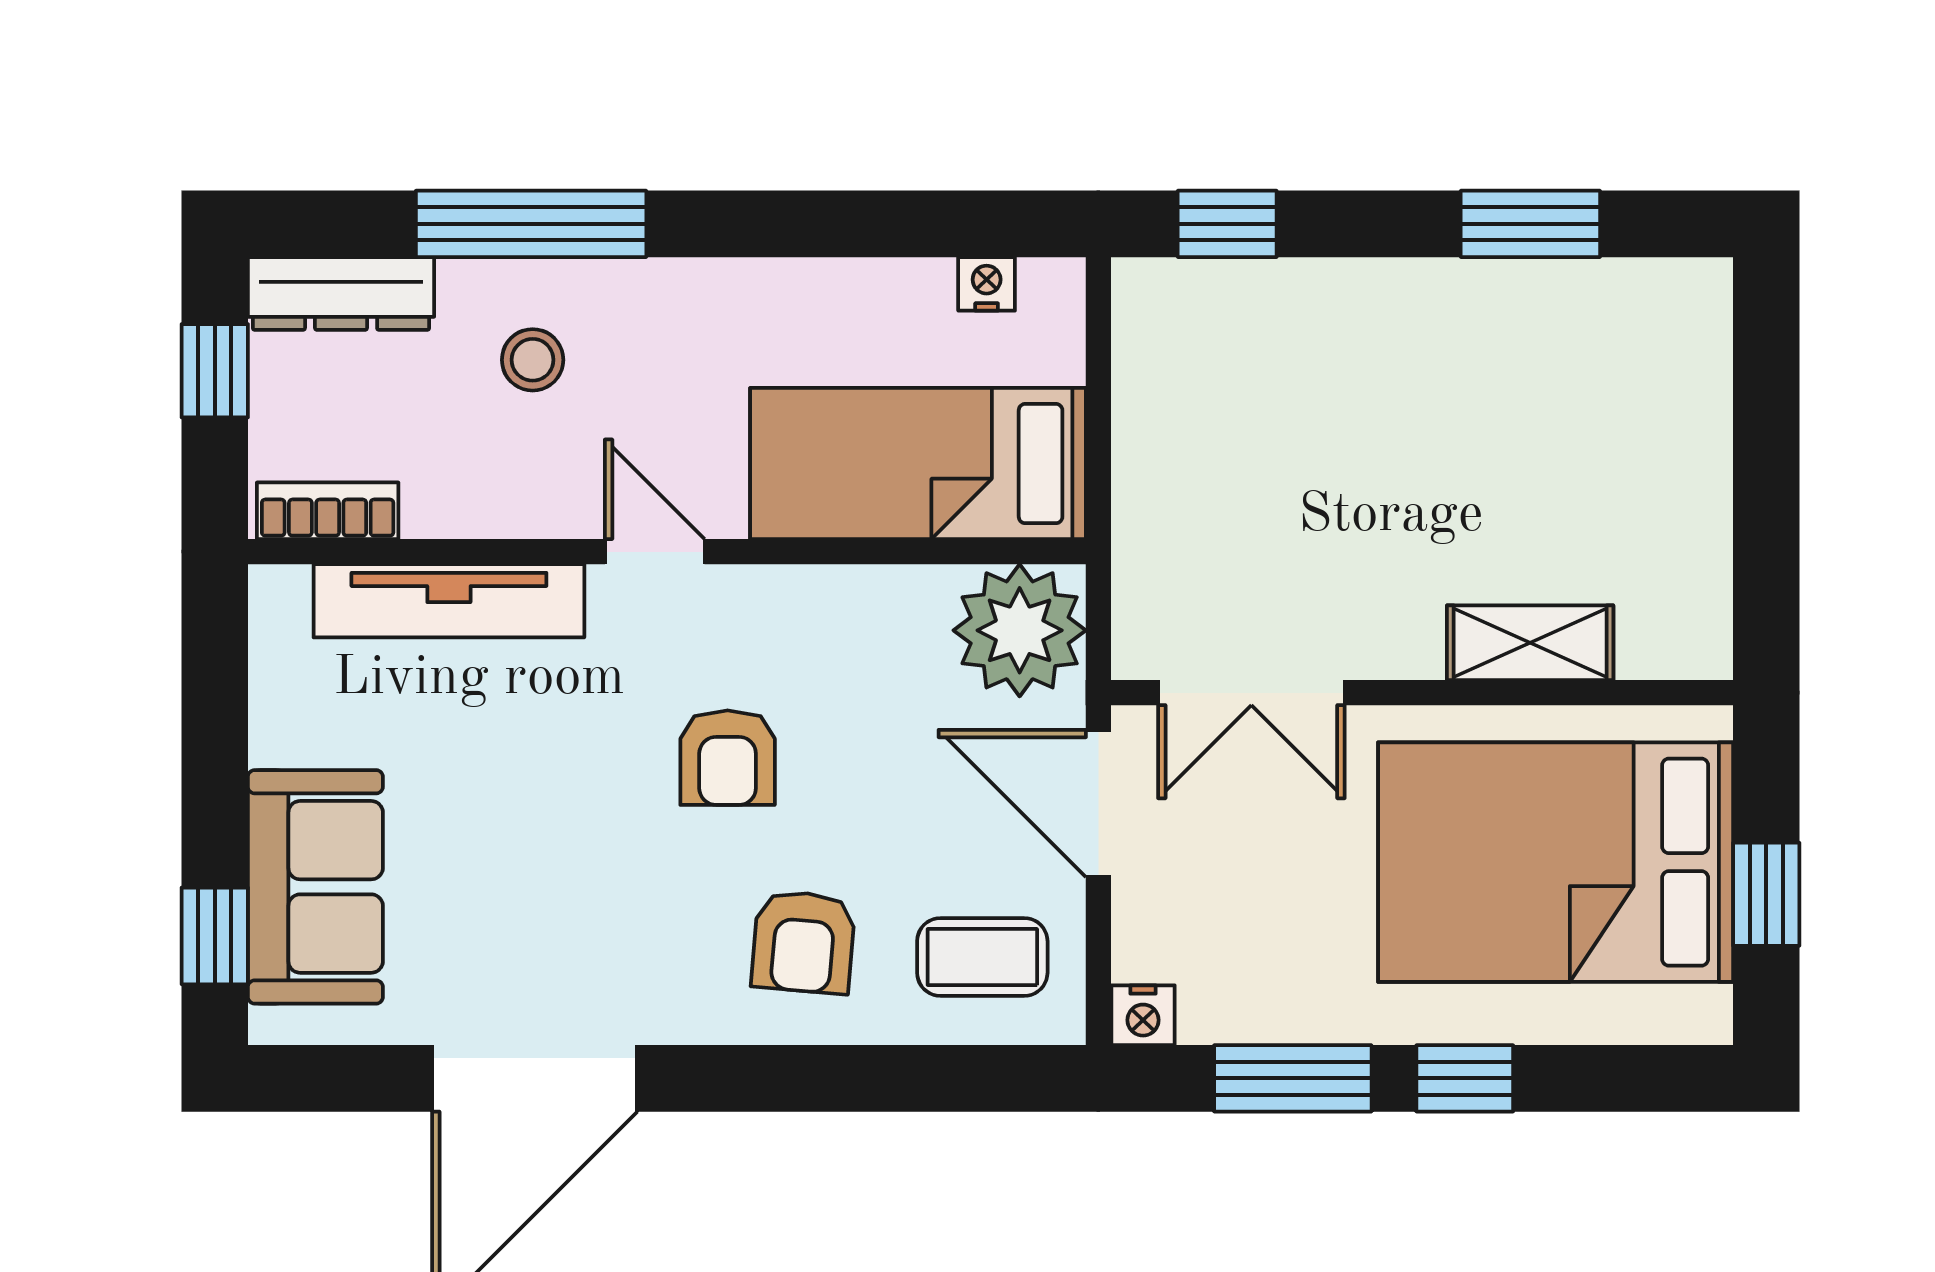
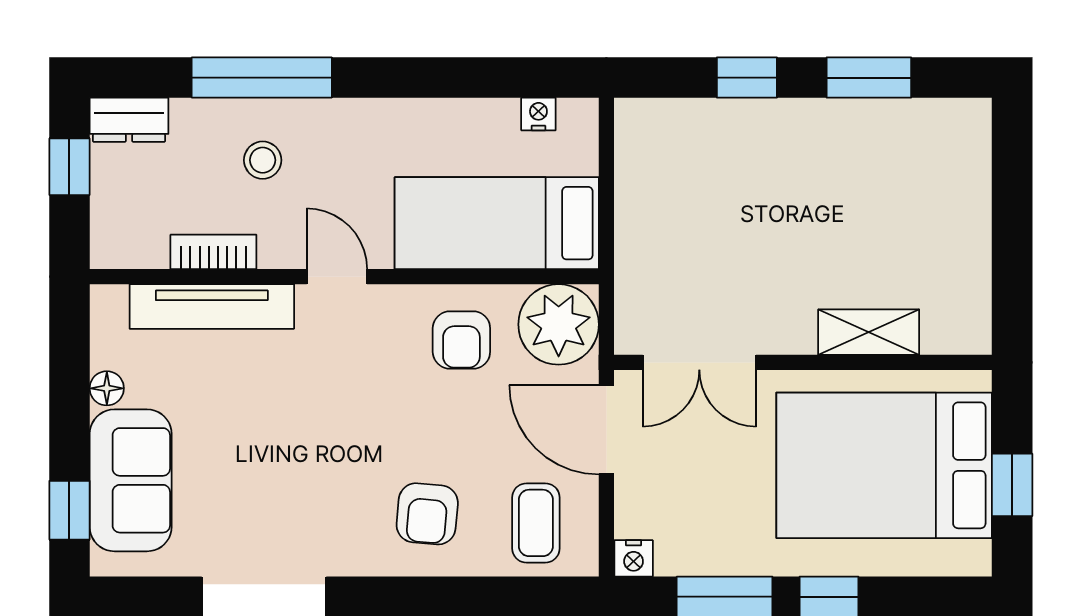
window: (1227, 224) -> (747, 78), moved
dresser: (341, 293) -> (129, 120), width x0.70
bookcase: (328, 511) -> (213, 252), moved
floor lamp: (276, 735) -> (107, 388), added
armchair: (728, 758) -> (461, 340), moved
coffee table: (982, 957) -> (536, 523), turned 90

